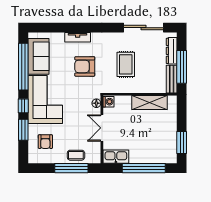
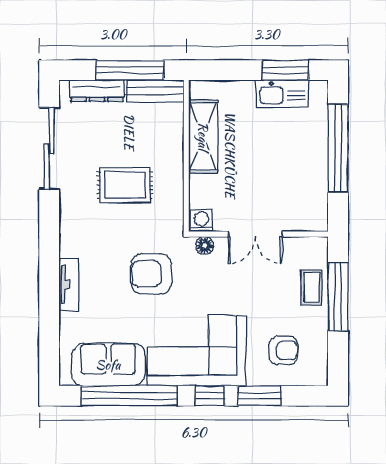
armchair: (85, 66) -> (151, 274), moved, turned 90
kitchen sink: (116, 157) -> (282, 94), moved, turned -90

